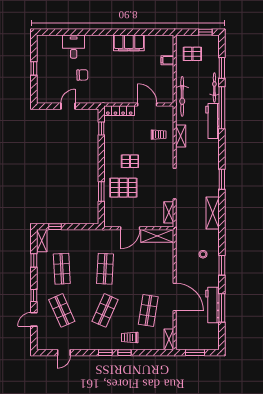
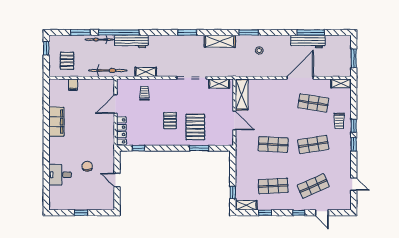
window: (222, 265) -> (249, 32), moved
shop shelf: (105, 310) -> (313, 144), turned -33

